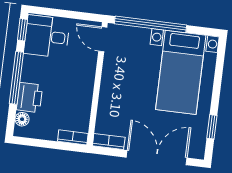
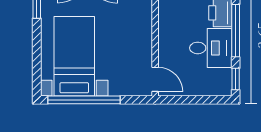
window: (151, 24) -> (84, 100), moved
desk: (47, 36) -> (211, 48), moved

